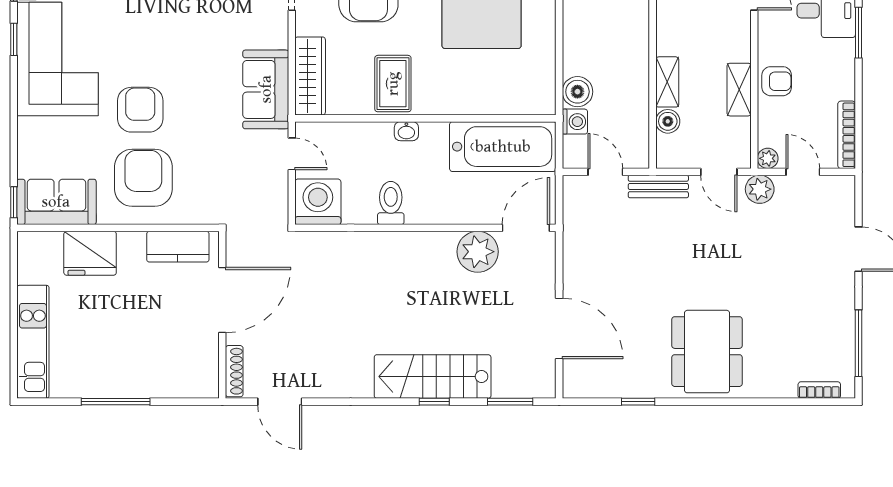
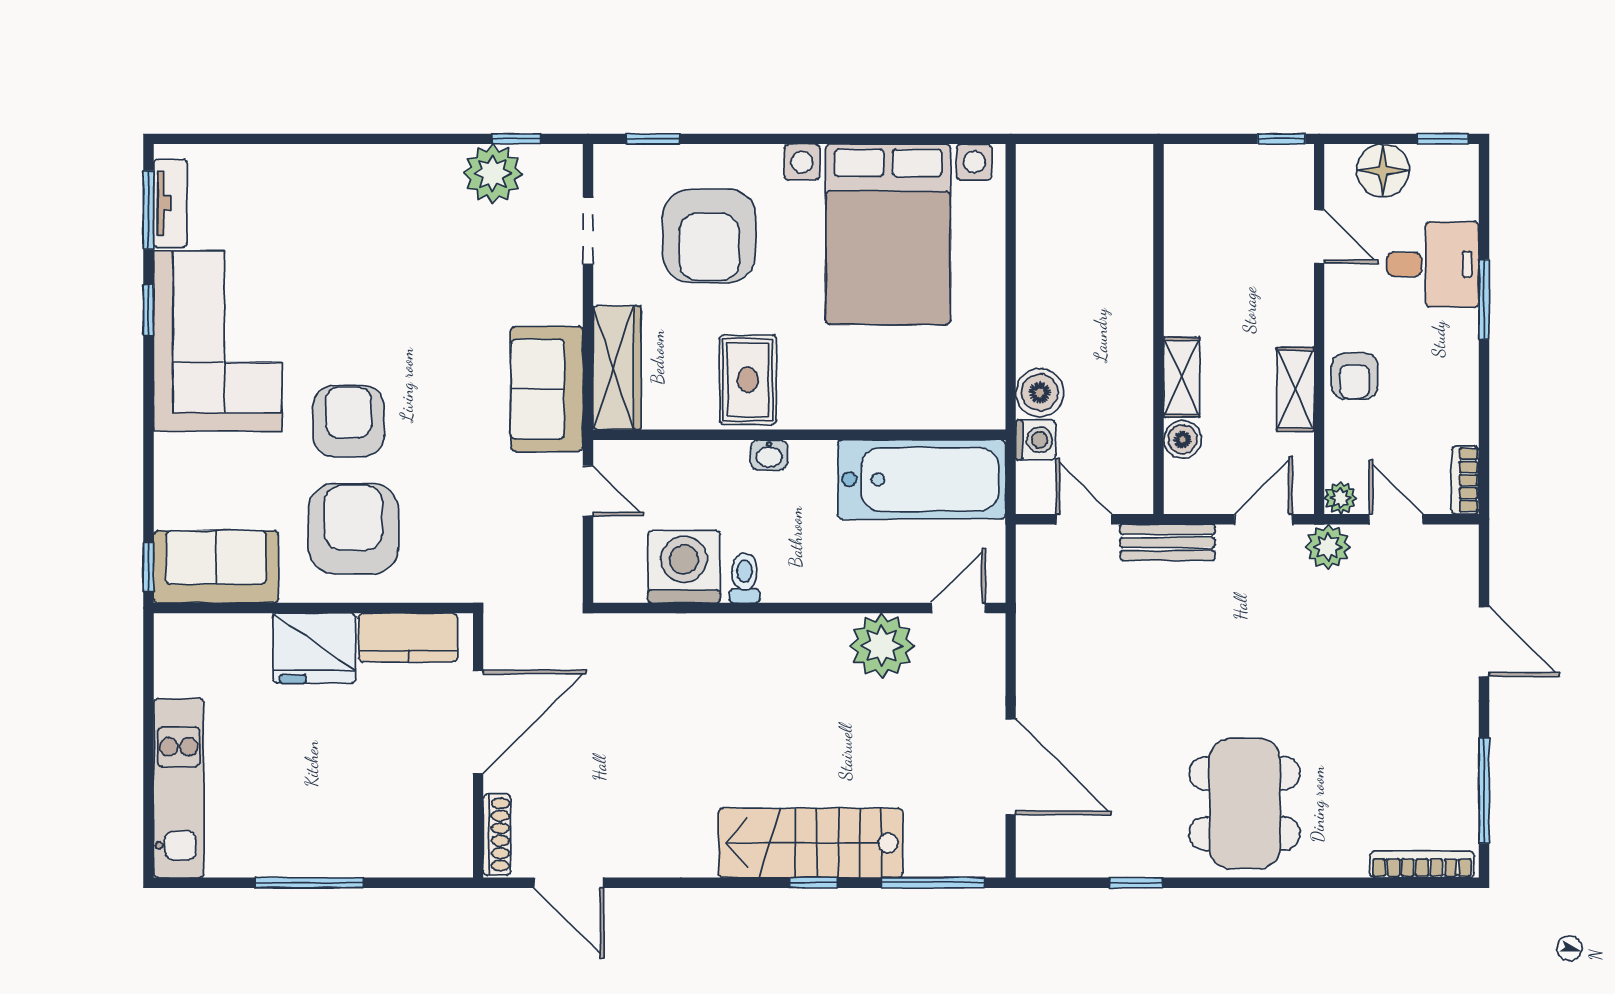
armchair: (777, 81) -> (1355, 376), turned 90
bookcase: (847, 135) -> (1465, 480), width x0.64
door: (719, 172) -> (1263, 519), swing flipped
washing machine: (318, 202) -> (684, 567), moved
toilet: (391, 203) -> (744, 578), width x0.73, depth x0.72
door: (526, 228) -> (958, 608), width x0.73
fridge: (90, 253) -> (314, 648), moved
bookcase: (819, 390) -> (1422, 864), width x1.56
window: (510, 402) -> (933, 883), width x1.44

